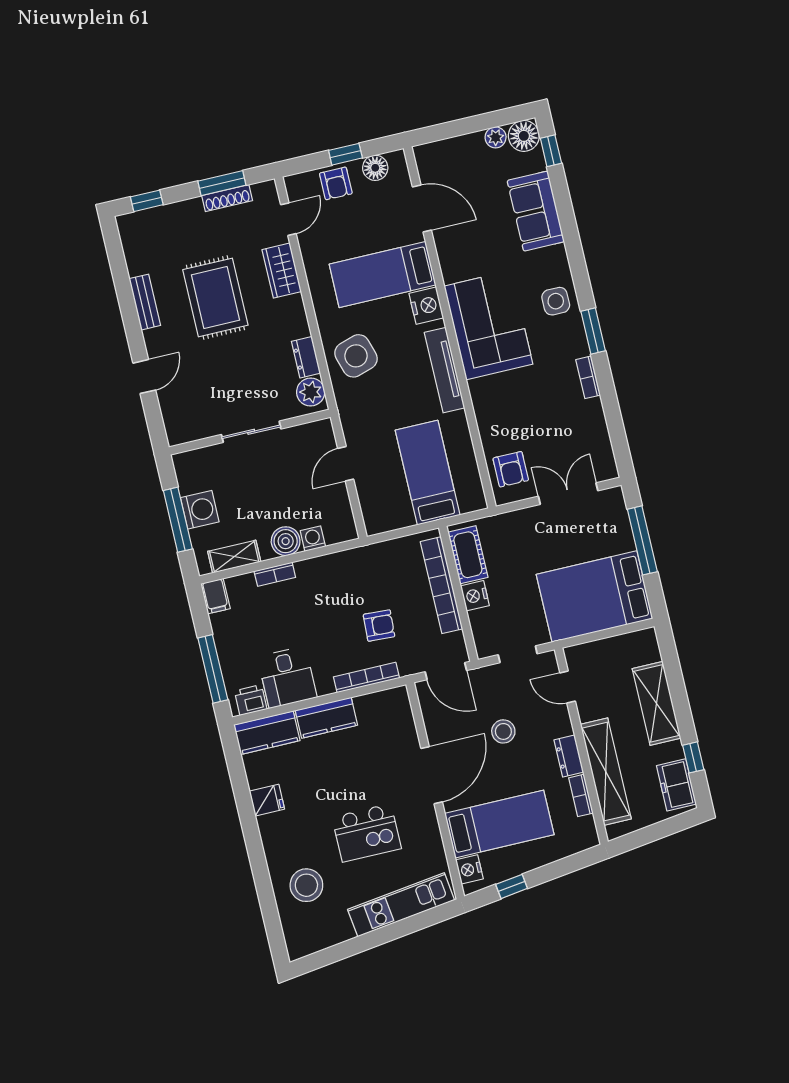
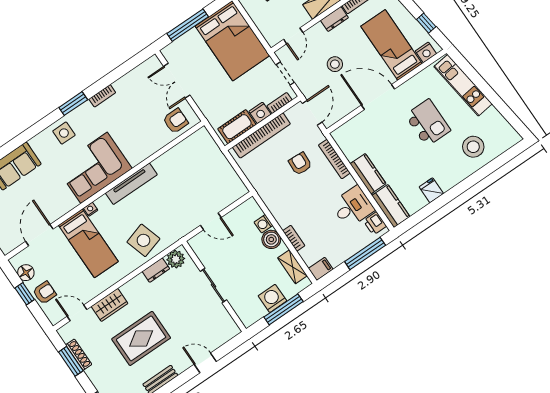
nightstand: (426, 306) -> (91, 209), width x0.53, depth x0.56
bed: (428, 473) -> (197, 170), removed
bookcase: (478, 630) -> (279, 103), added

